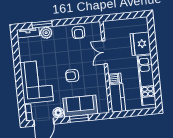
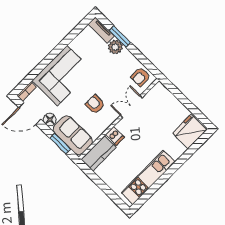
fridge: (140, 44) -> (190, 131), moved
double door: (105, 52) -> (131, 106), moved
wall: (106, 67) -> (119, 119), moved
dishwasher: (115, 78) -> (115, 136), moved
kitchen counter: (117, 98) -> (99, 153), moved

